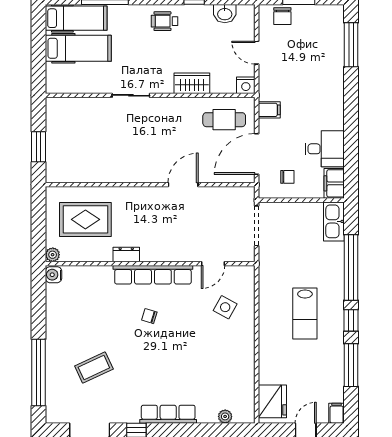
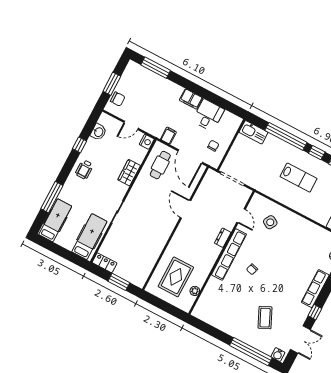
hospital bed: (78, 48) -> (89, 237), moved
locker: (54, 114) -> (104, 263), added
filing cabinet: (334, 183) -> (191, 99), moved
dresser: (126, 254) -> (223, 238), moved
plant: (53, 255) -> (195, 291), moved
water cooler: (54, 275) -> (278, 355), moved

